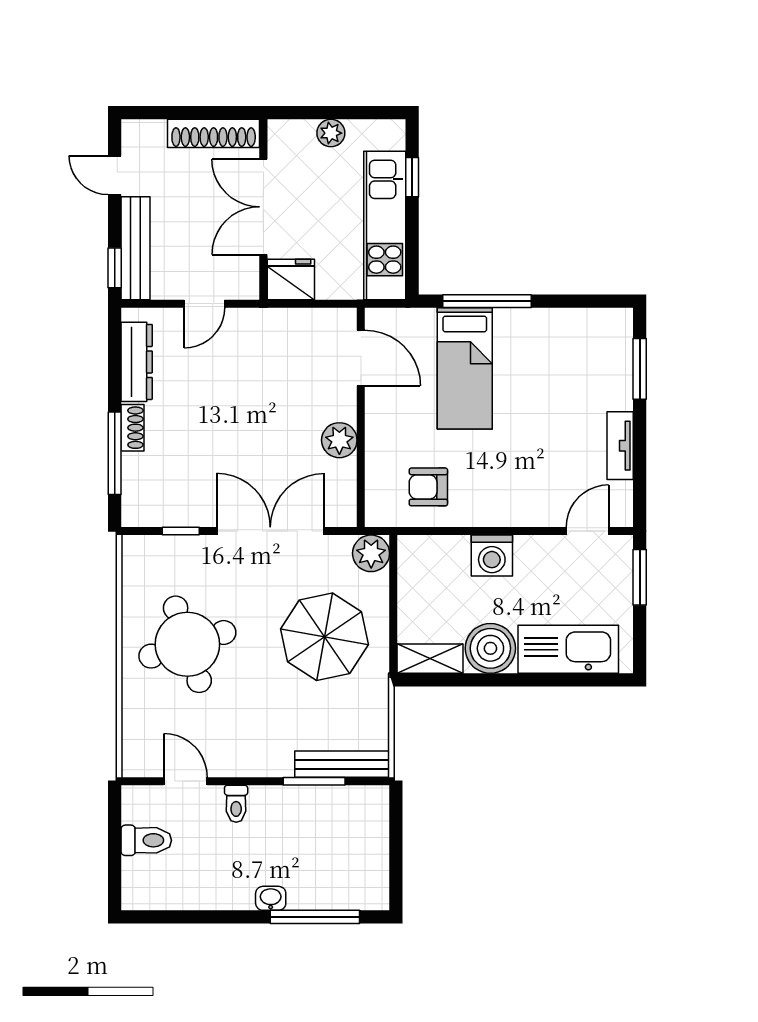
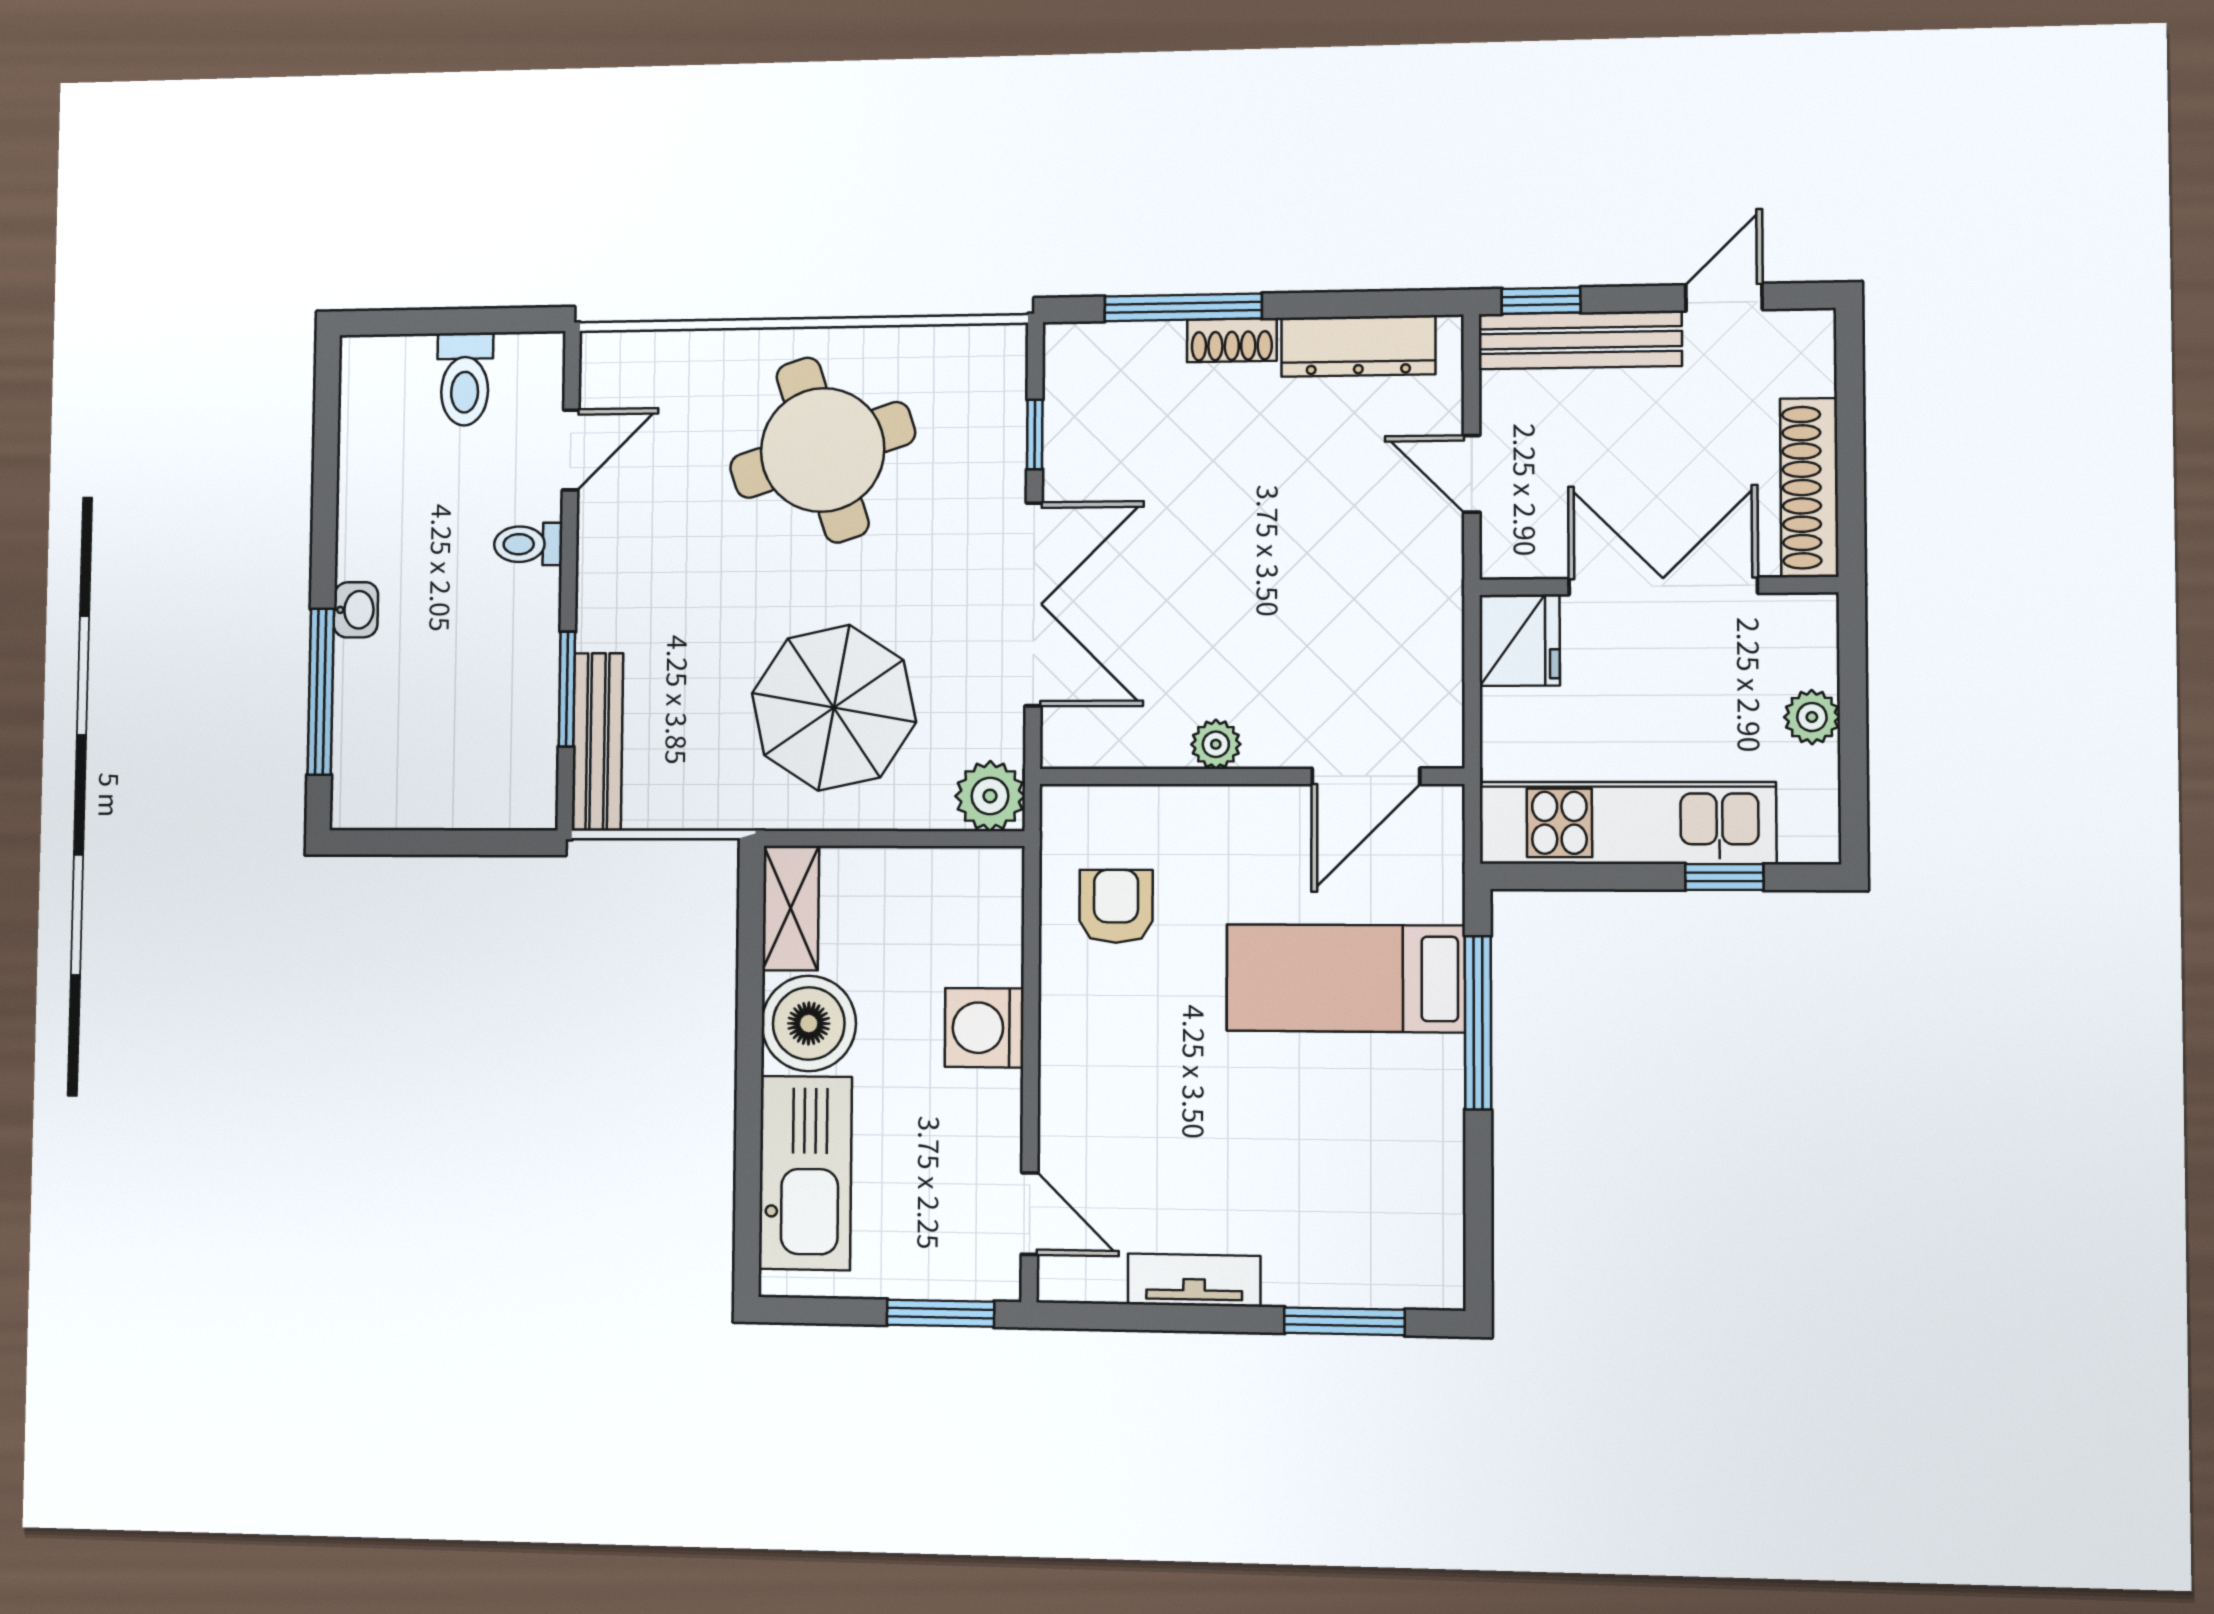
plant: (339, 440) -> (1216, 744), width x0.73, depth x0.73

